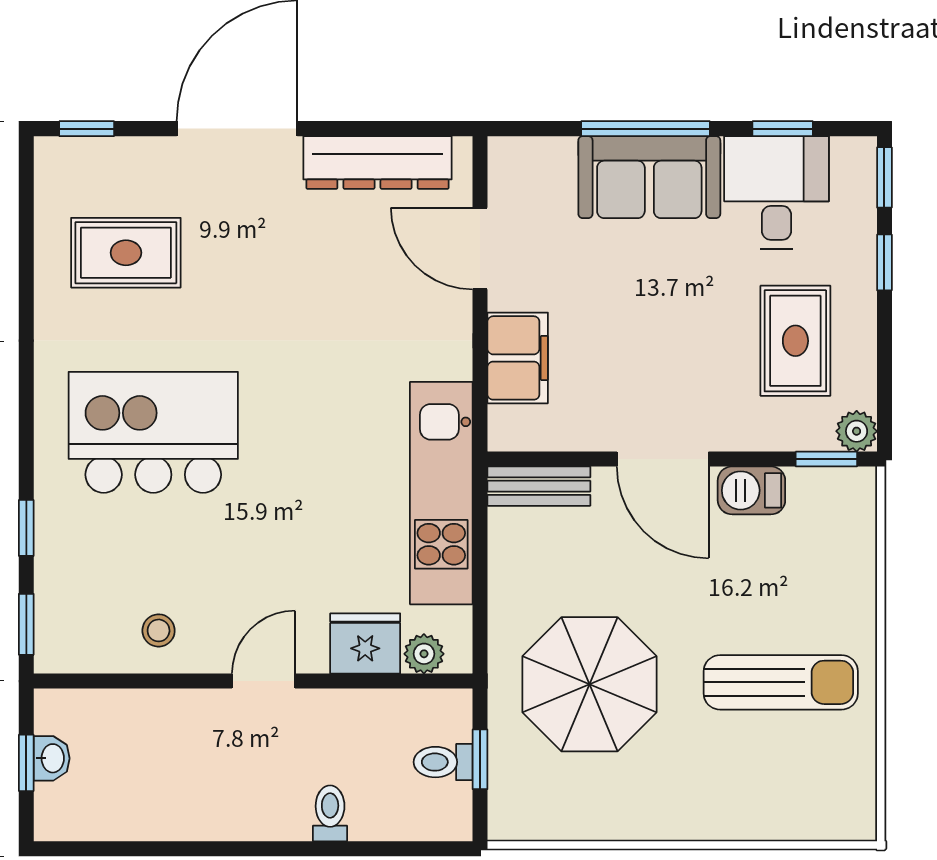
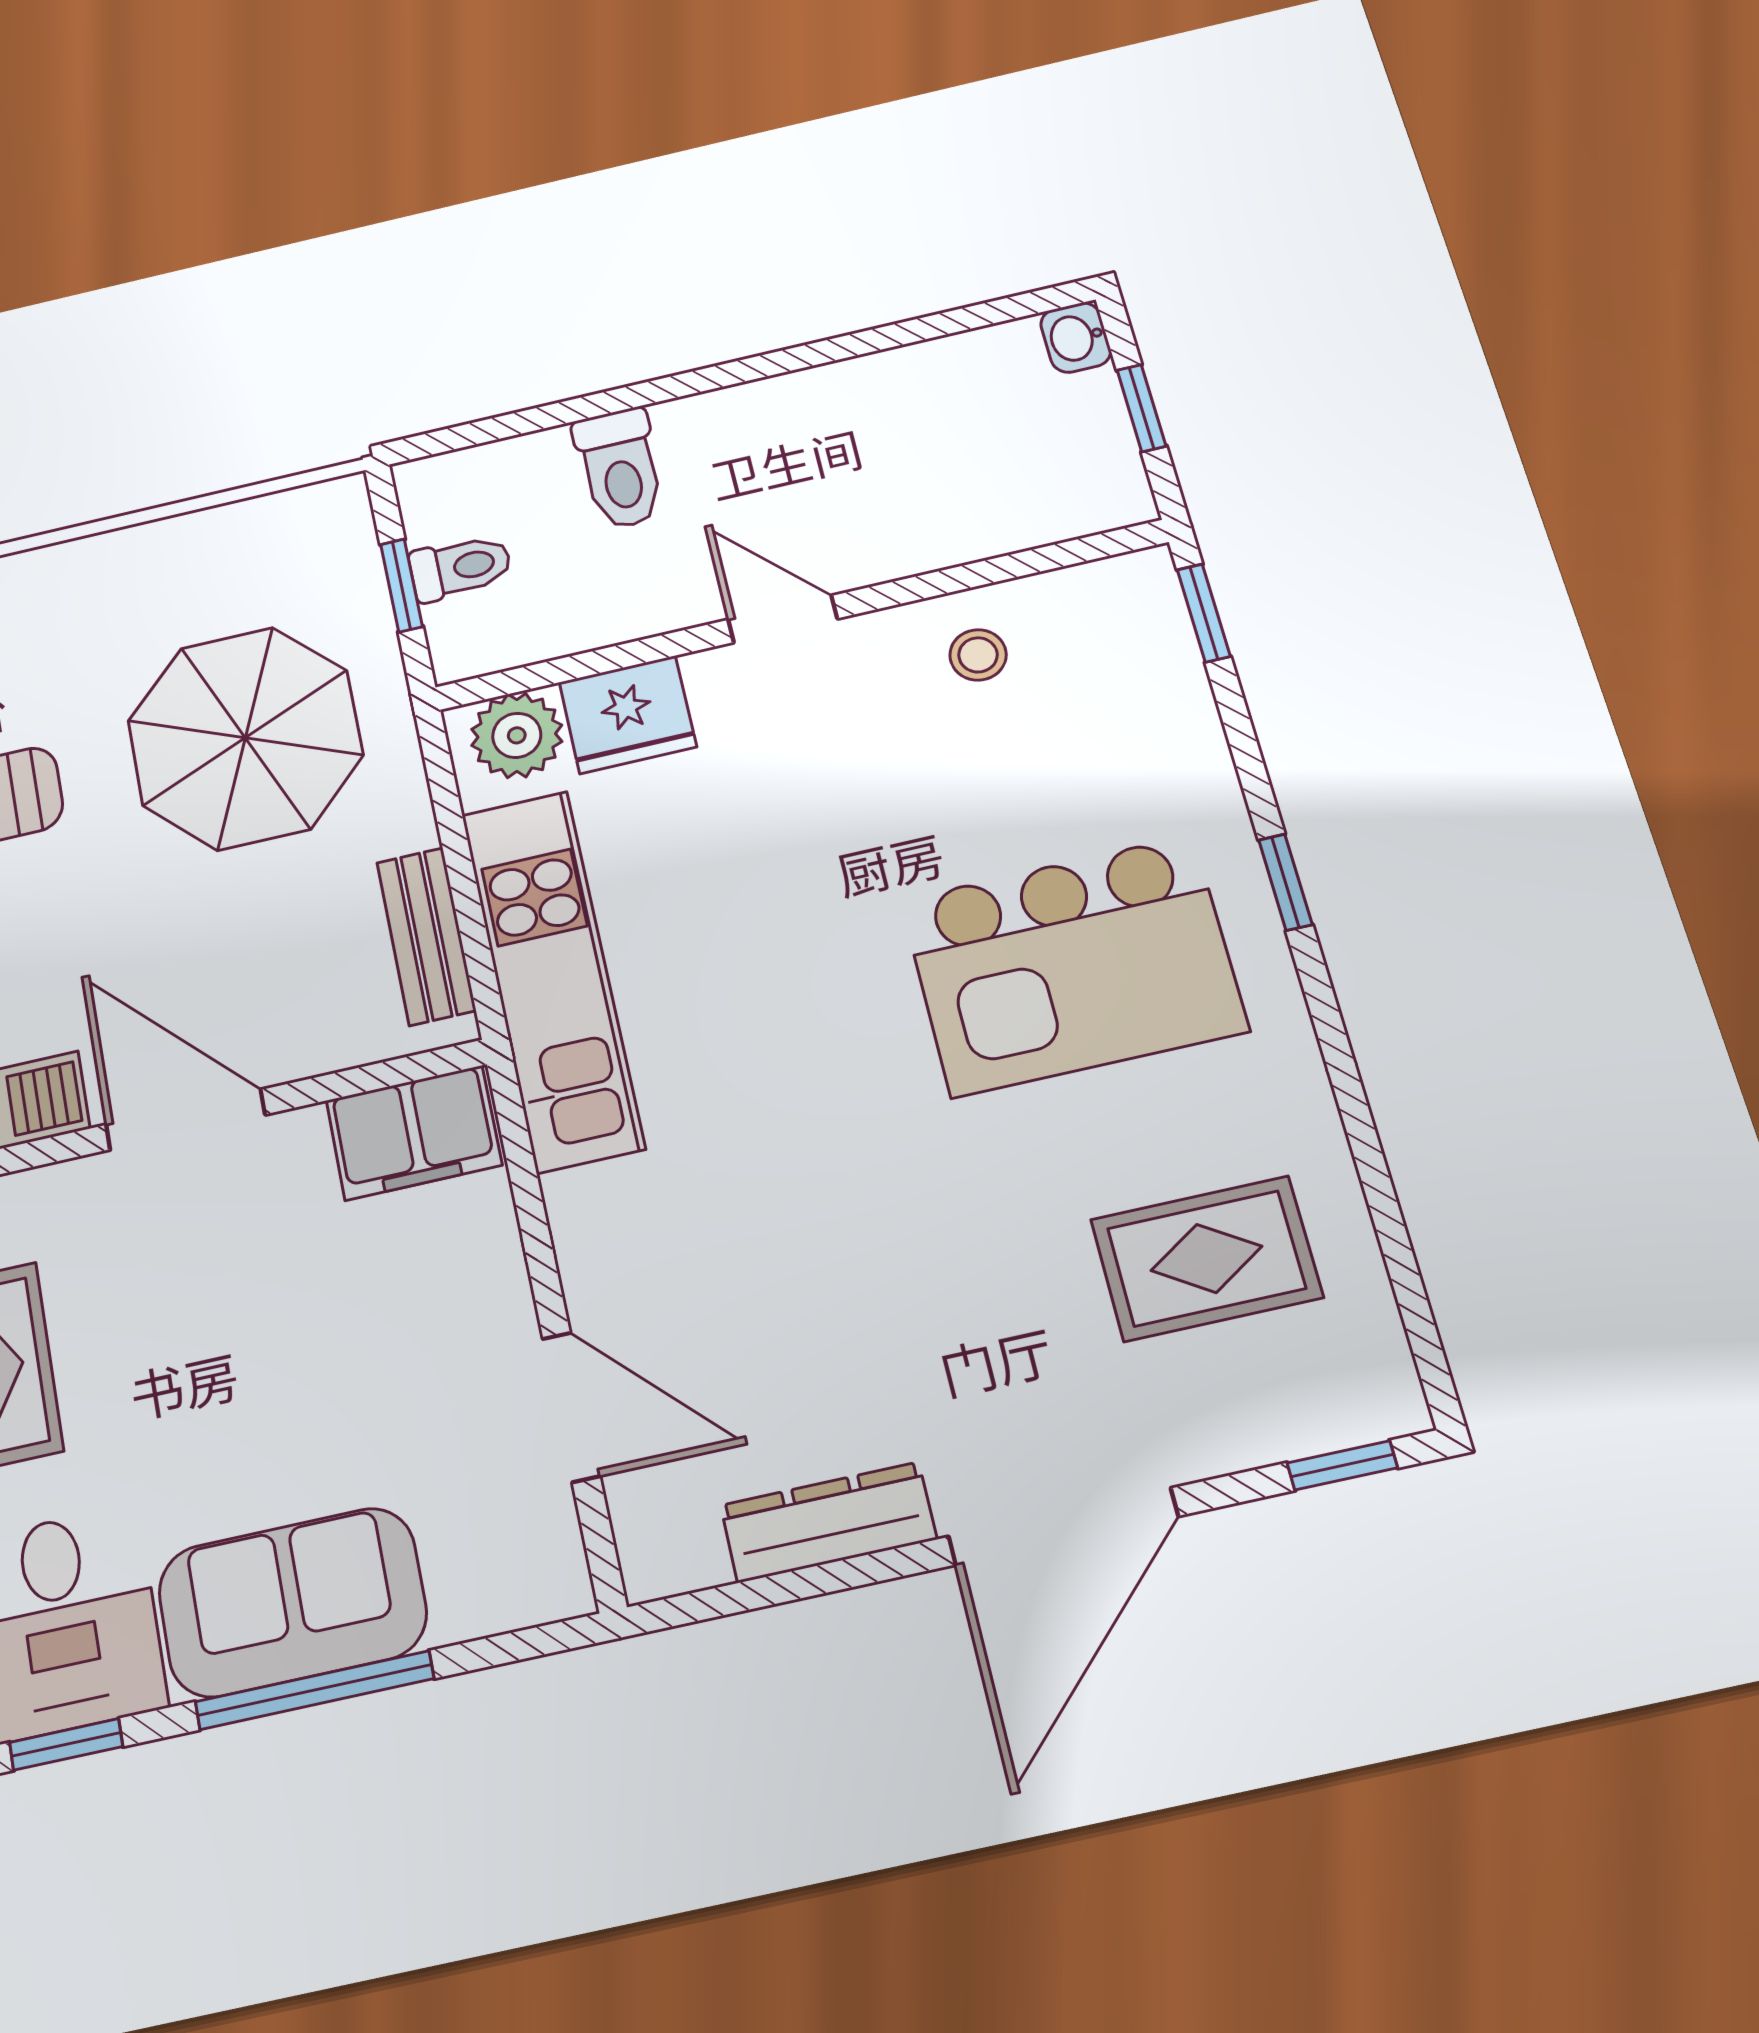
dresser: (378, 163) -> (828, 1522), width x0.73, depth x0.80
filing cabinet: (518, 358) -> (414, 1133), moved, turned -90
bench: (539, 486) -> (426, 936), moved, turned 90
window: (26, 528) -> (1285, 882), moved
plant: (424, 654) -> (517, 735), width x1.38, depth x1.38
door: (264, 681) -> (783, 619), swing flipped
washbasin: (52, 758) -> (1076, 338), moved
toilet: (330, 813) -> (620, 469), width x1.37, depth x1.39

